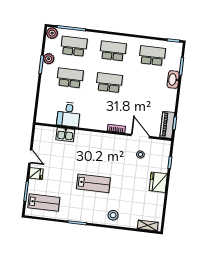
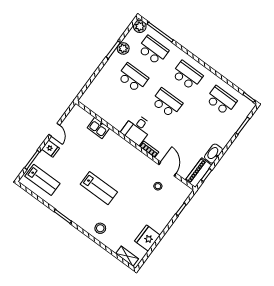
washbasin: (173, 80) -> (213, 154), moved
desk: (69, 114) -> (137, 129), moved
fridge: (158, 182) -> (147, 238), moved

